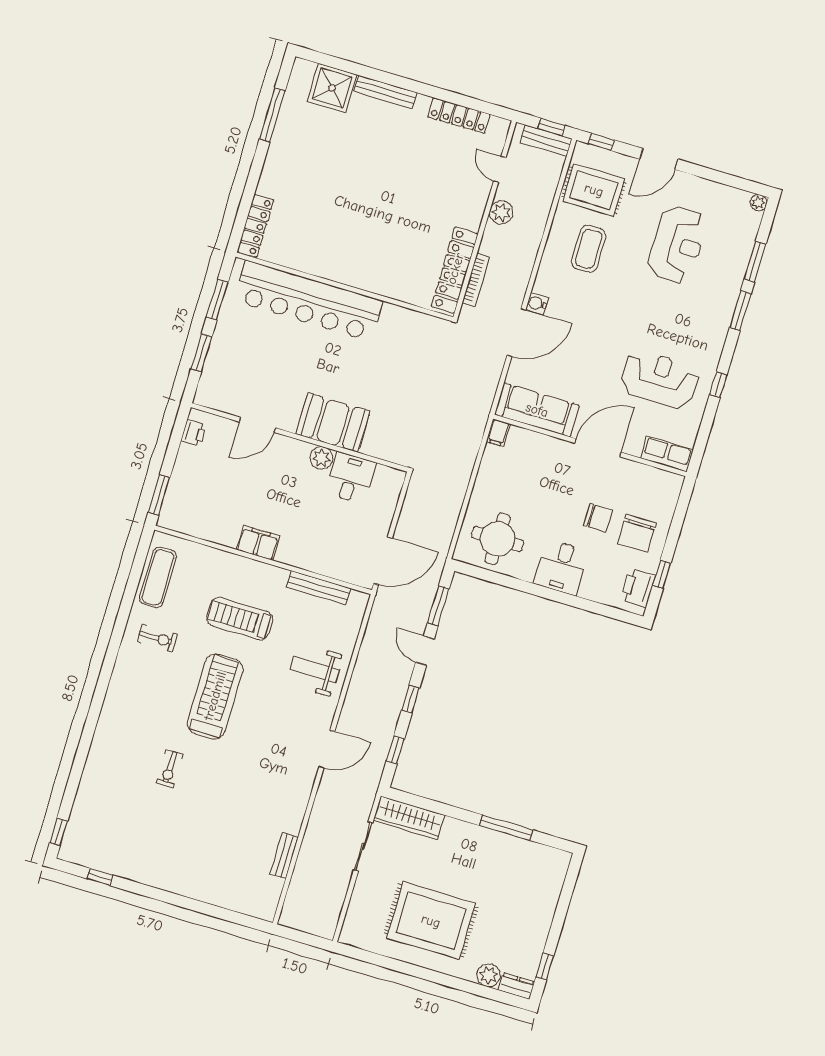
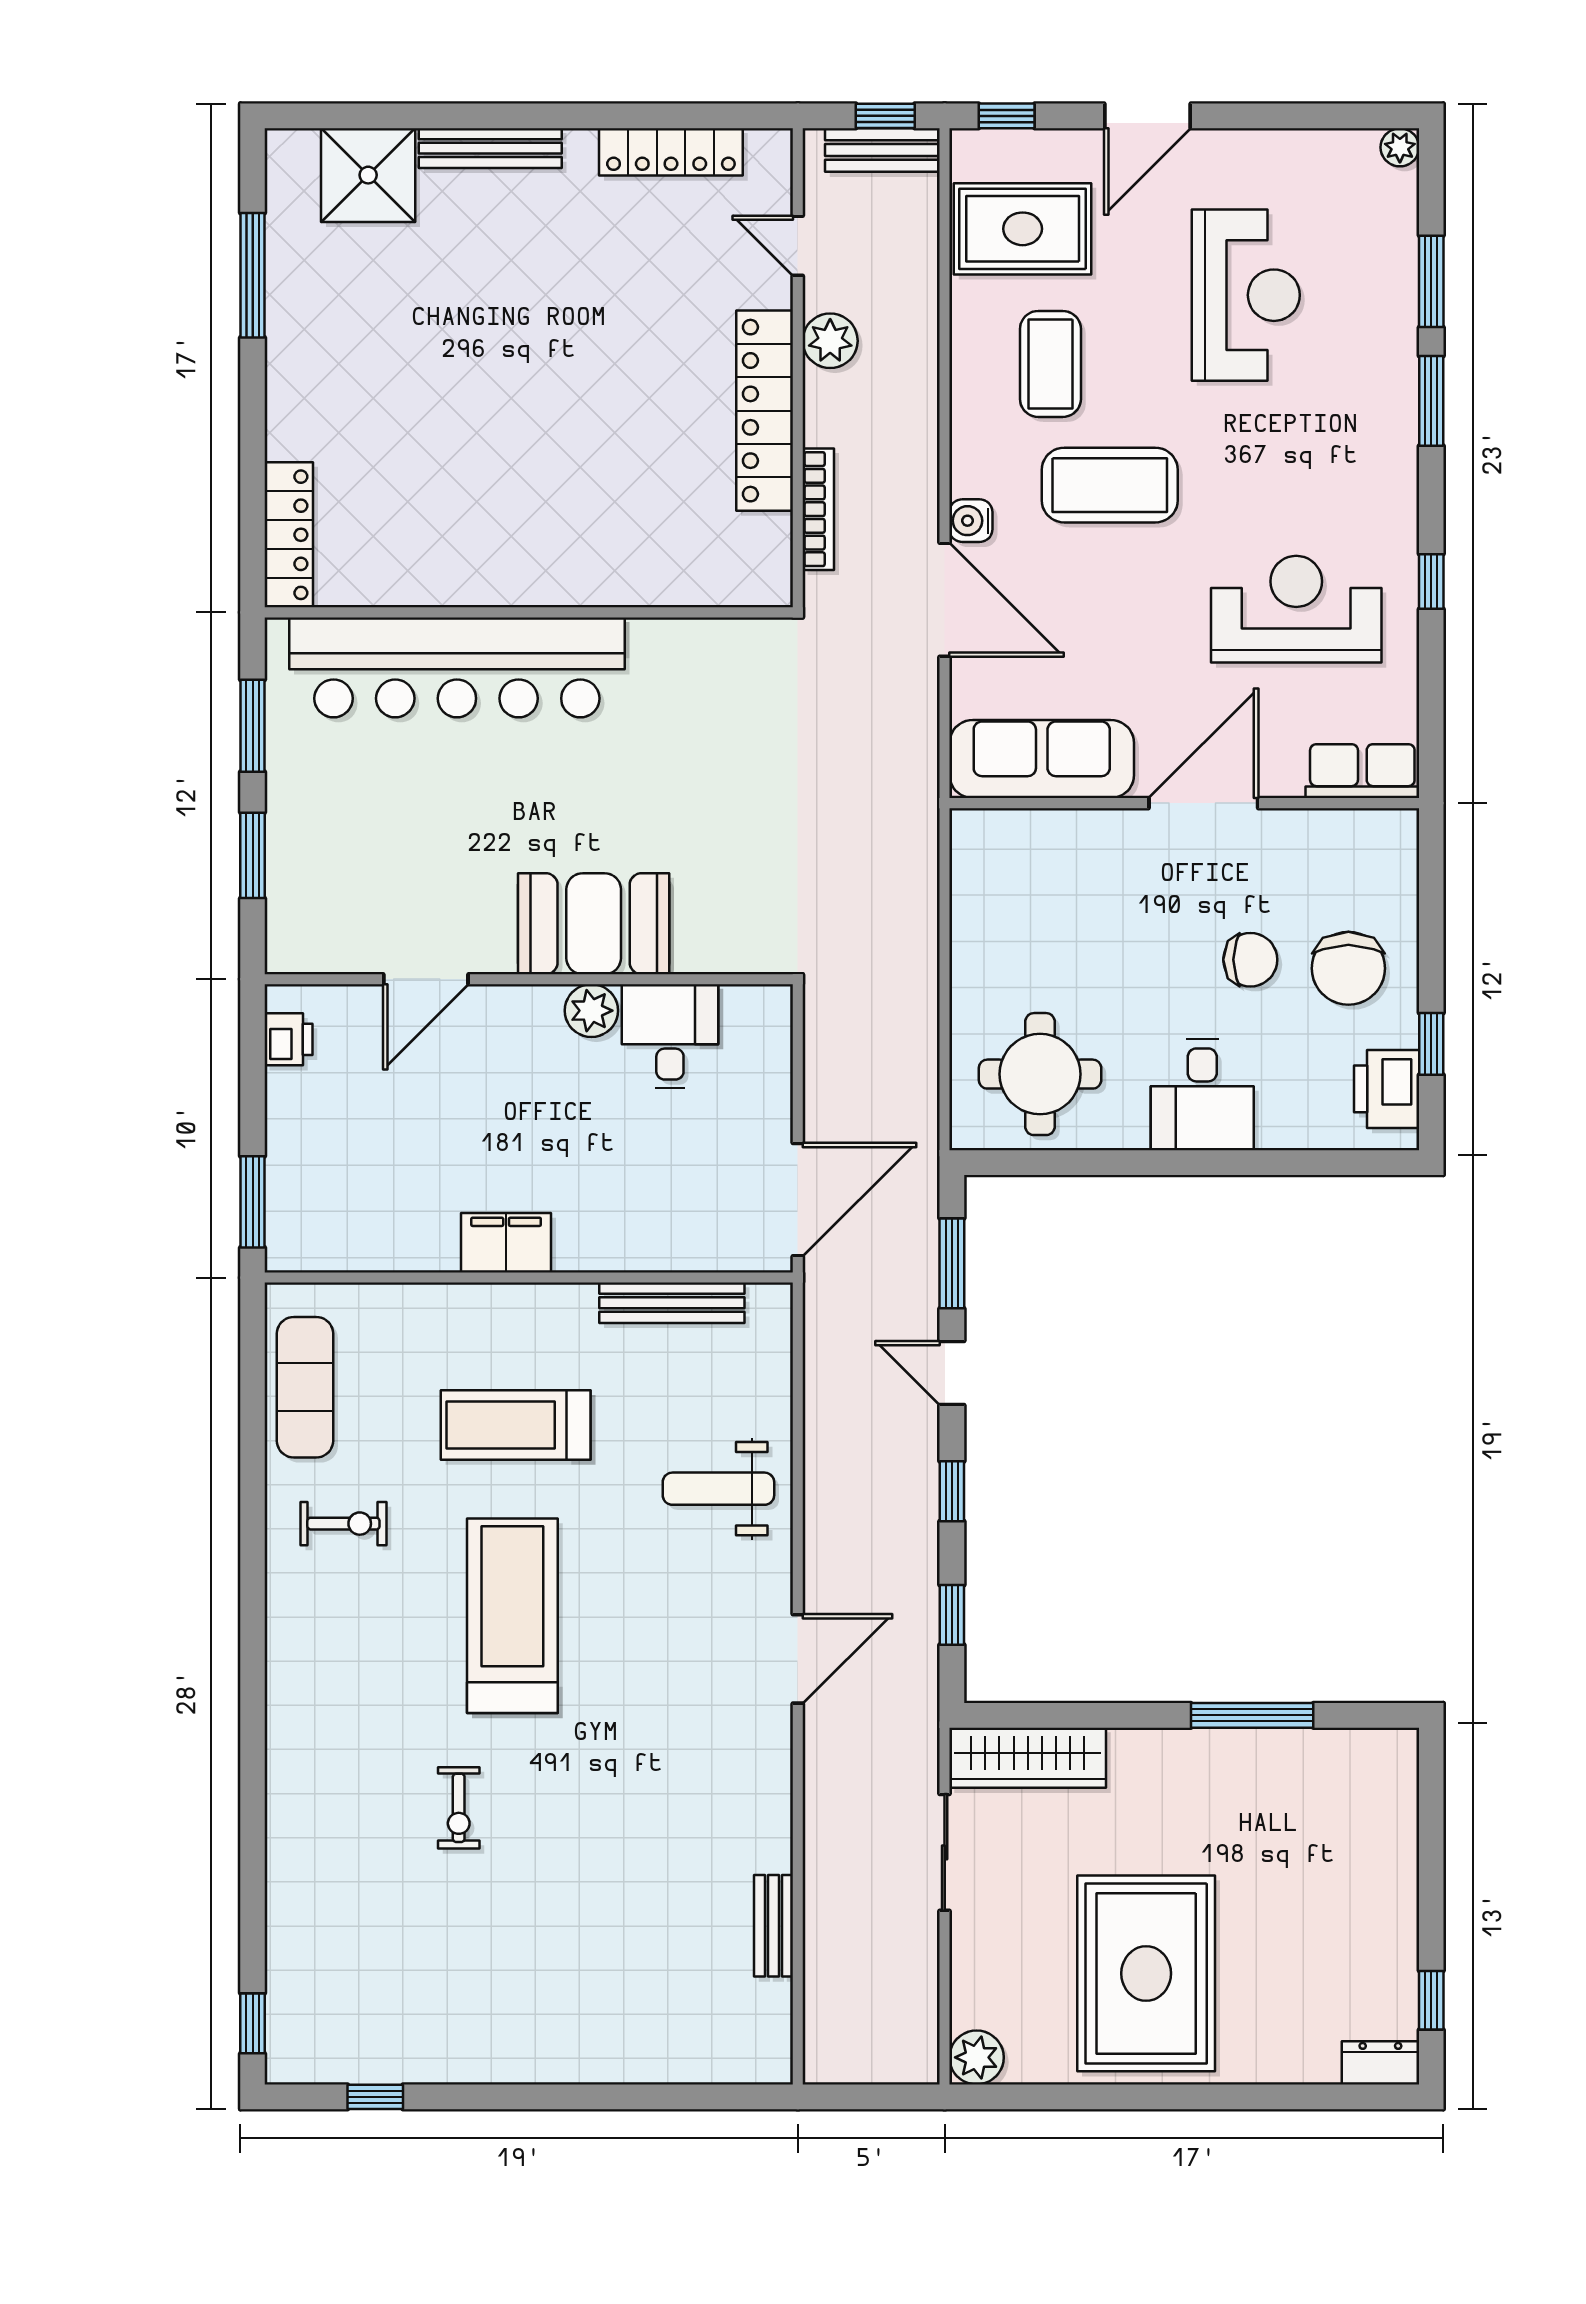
locker: (455, 270) -> (765, 411), moved
coffee table: (598, 306) -> (1110, 485), added
door: (516, 333) -> (945, 600), hinge flipped
filing cabinet: (498, 433) -> (971, 836), removed
rug: (431, 921) -> (1146, 1973), turned 90
plant: (488, 975) -> (977, 2057), moved

